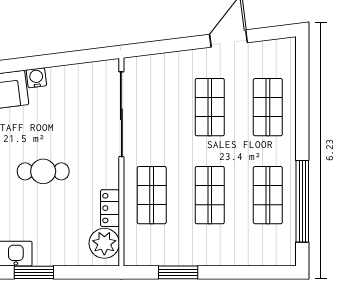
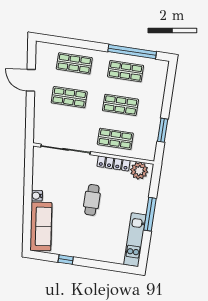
locker: (110, 208) -> (114, 163), width x1.53
window: (34, 272) -> (150, 214), width x1.44

